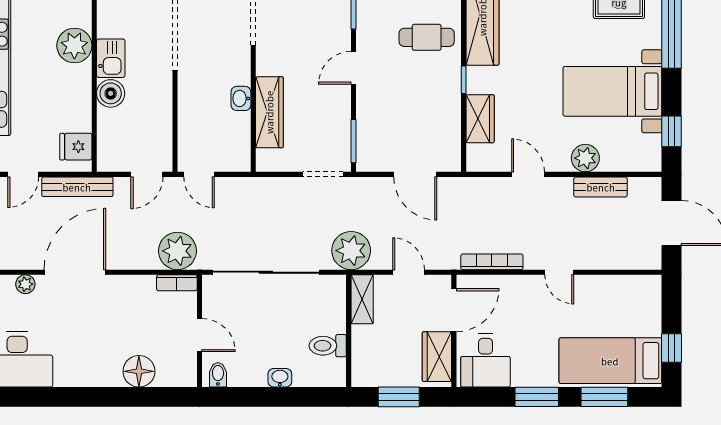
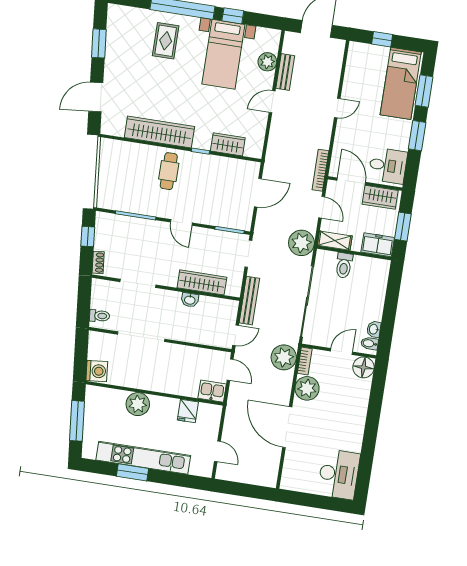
kitchen sink: (111, 58) -> (212, 391), moved
boiler: (111, 93) -> (173, 385), removed
window: (671, 131) -> (233, 16), moved
fridge: (76, 147) -> (188, 411), moved
plant: (585, 158) -> (267, 62), moved
door: (528, 174) -> (272, 102), moved
bench: (77, 187) -> (249, 301), moved
bookcase: (492, 262) -> (320, 170), moved
door: (409, 272) -> (322, 207), swing flipped
plant: (25, 284) -> (307, 388), moved, width x1.88, depth x1.88
toilet: (328, 346) -> (344, 265), moved
window: (671, 348) -> (382, 39), moved
freezer: (366, 364) -> (378, 245), added
floor lamp: (139, 371) -> (363, 367), moved
washbasin: (280, 378) -> (374, 329), moved

